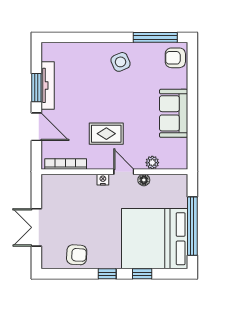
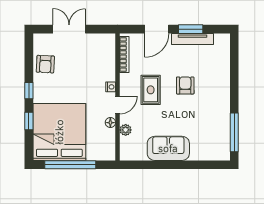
armchair: (175, 58) -> (185, 85), moved
side table: (121, 62) -> (213, 102), removed

